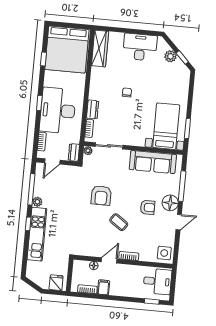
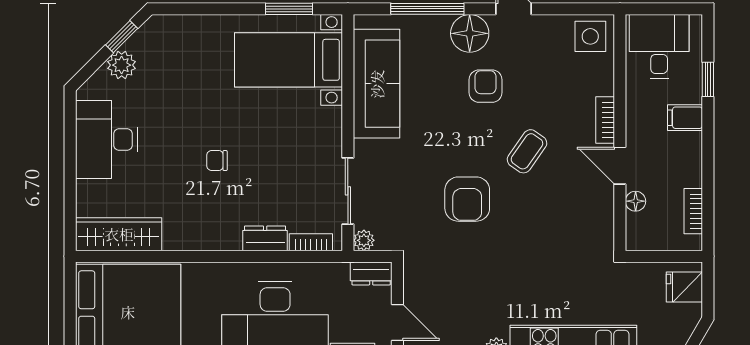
armchair: (101, 195) -> (467, 199), turned 90
filing cabinet: (104, 287) -> (685, 118), moved
window: (152, 301) -> (708, 79), moved

